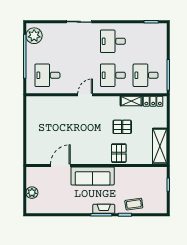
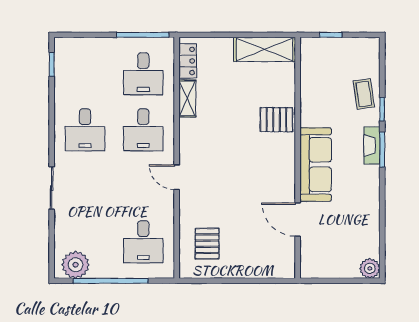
pallet: (122, 127) -> (207, 244), moved
plant: (32, 193) -> (370, 268), moved

